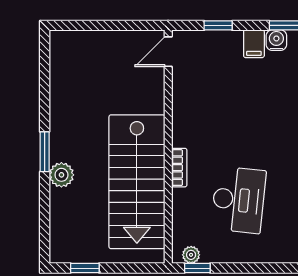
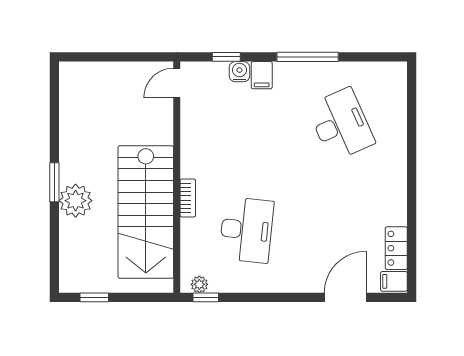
water cooler: (276, 40) -> (239, 72), moved
plant: (61, 175) -> (76, 201), width x1.36, depth x1.36

